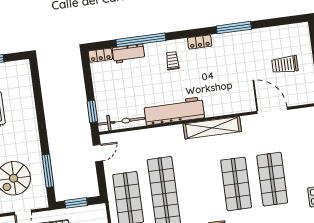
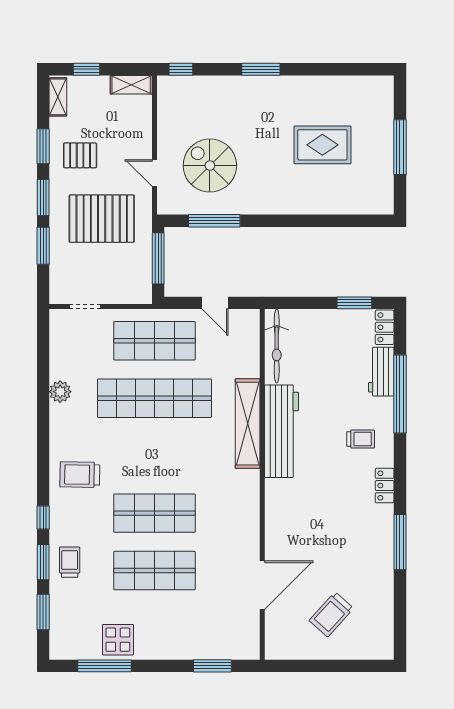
trolley: (285, 65) -> (331, 614), turned -138
window: (92, 111) -> (354, 303), moved
shelving: (212, 128) -> (248, 424), moved
door: (98, 153) -> (215, 303), moved
window: (76, 203) -> (158, 258), width x1.44

